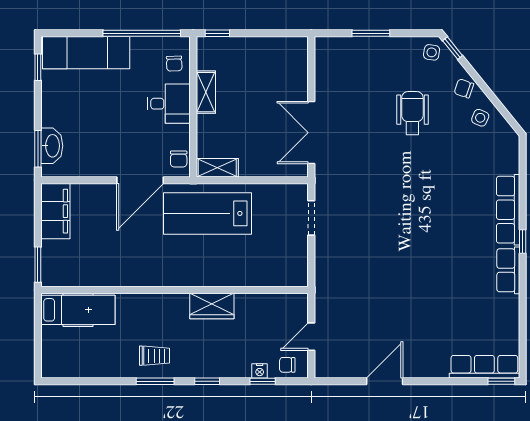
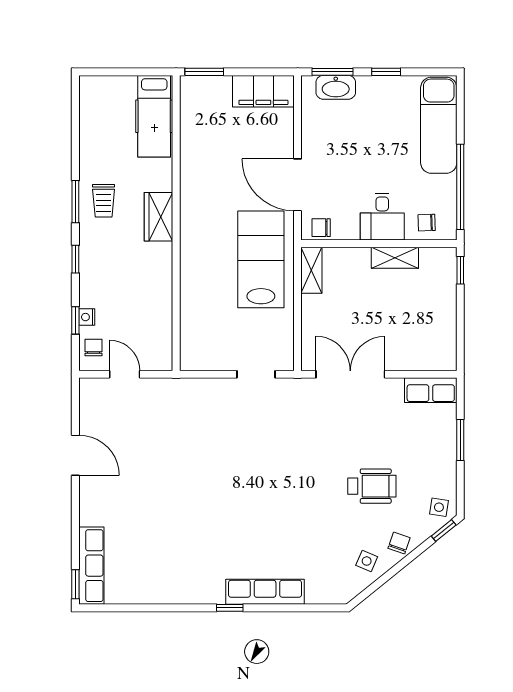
window: (38, 67) -> (386, 72), moved
row of seats: (508, 270) -> (431, 390), moved, turned 180
wardrobe: (212, 306) -> (159, 217), moved

